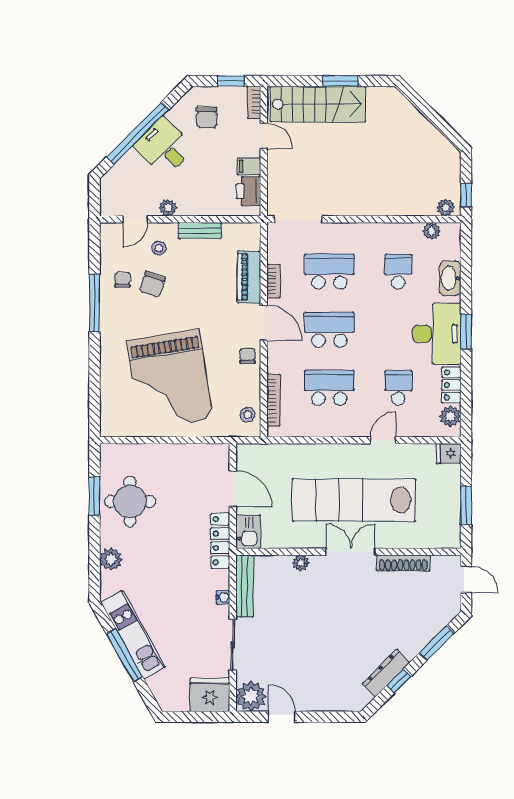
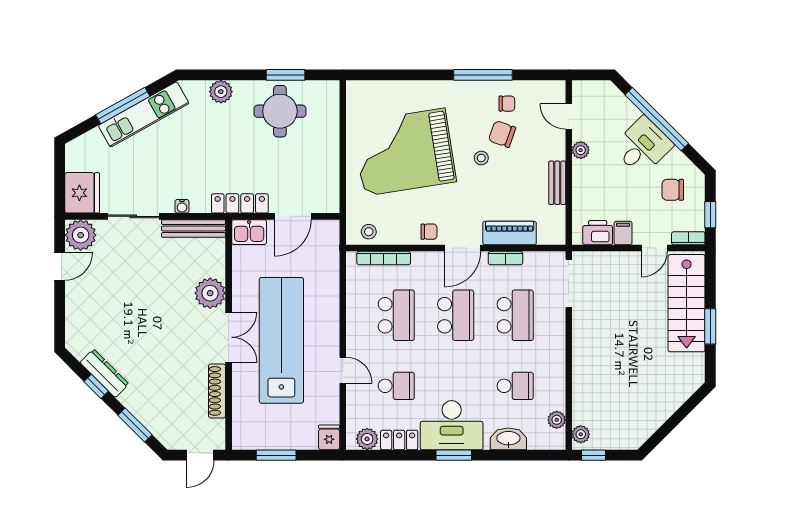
stool: (159, 248) -> (481, 158), moved
plant: (301, 563) -> (210, 293), width x1.88, depth x1.88

